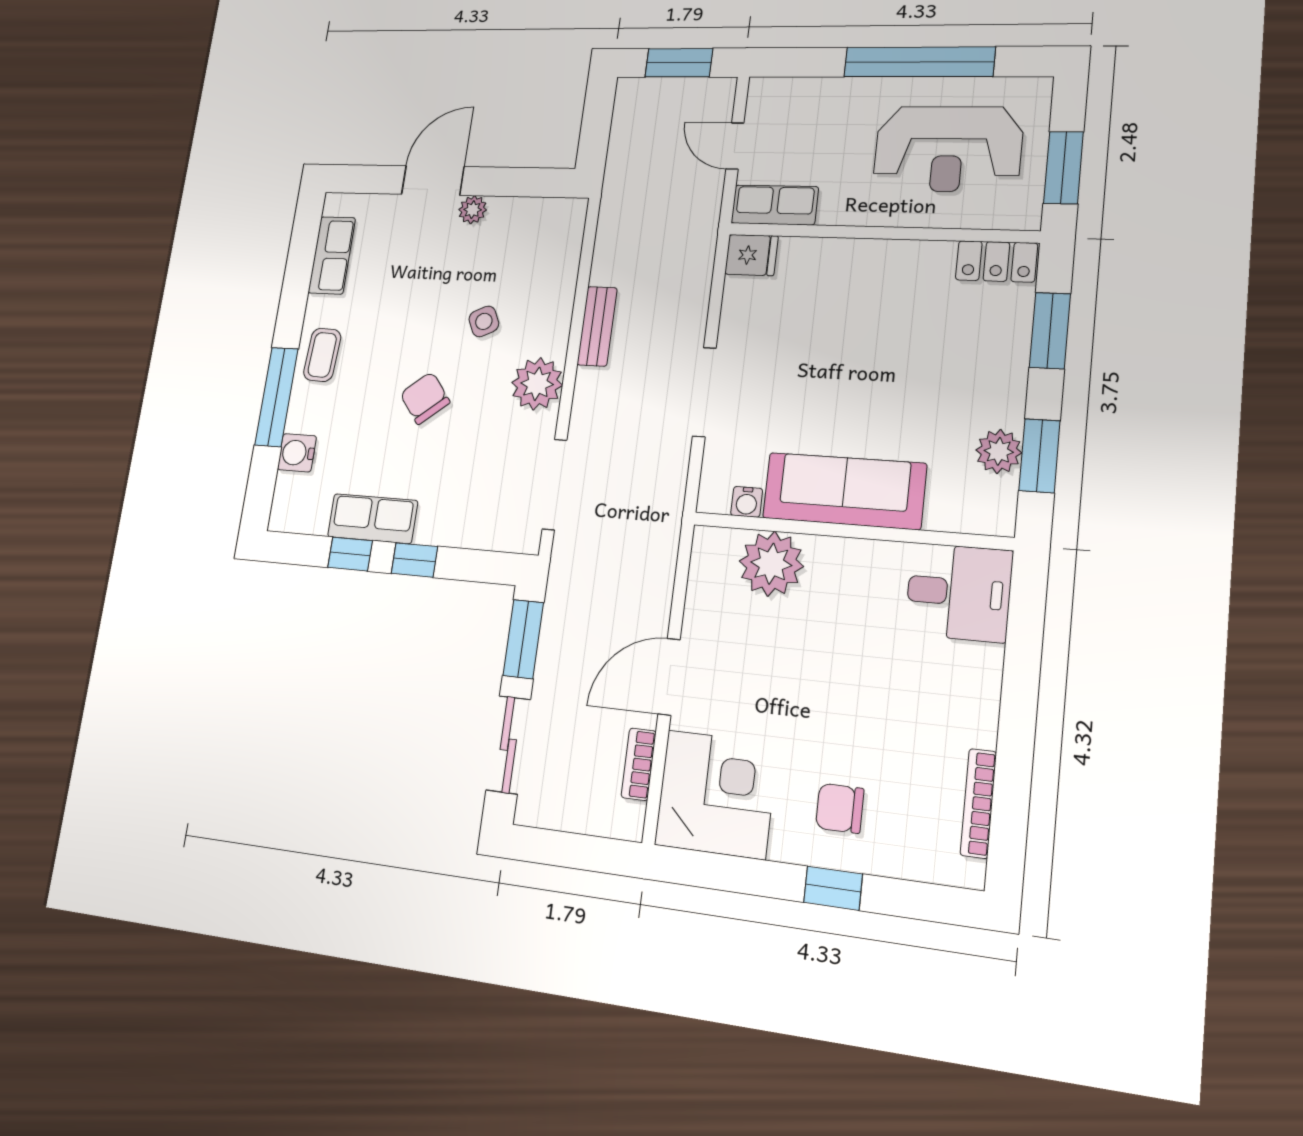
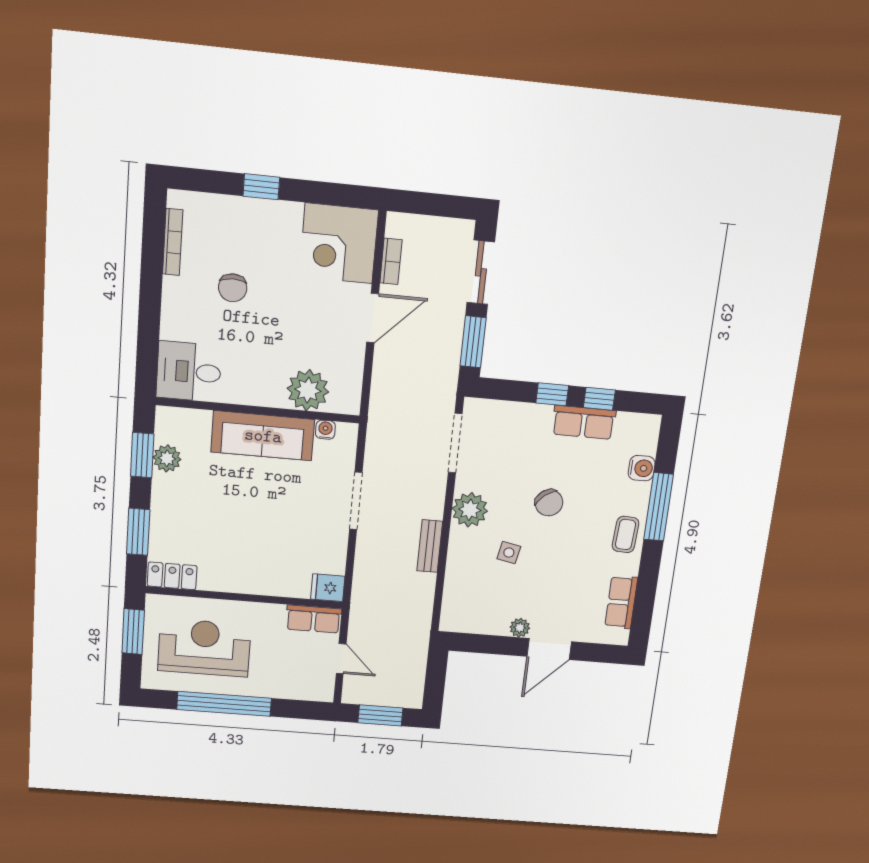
side table: (484, 321) -> (509, 553), turned 37
chair: (840, 808) -> (233, 288), moved, turned 90

